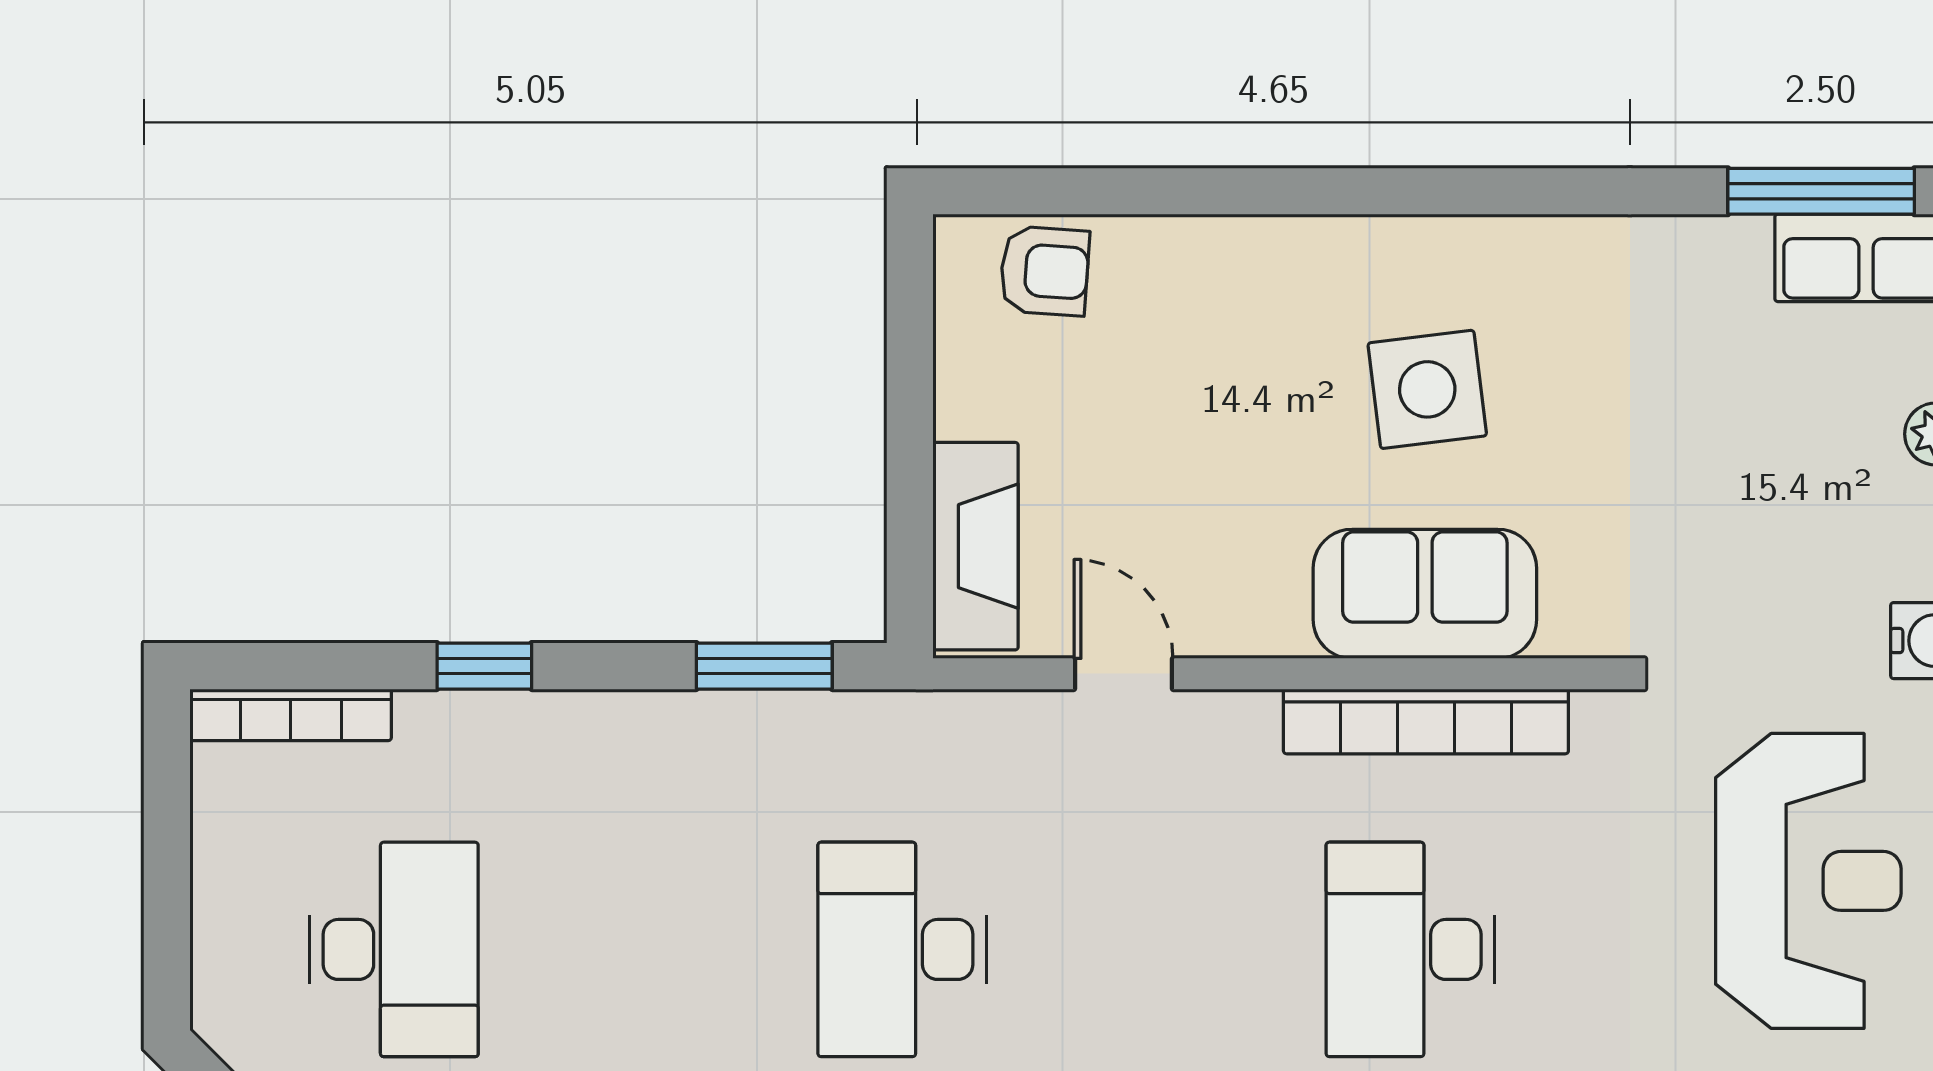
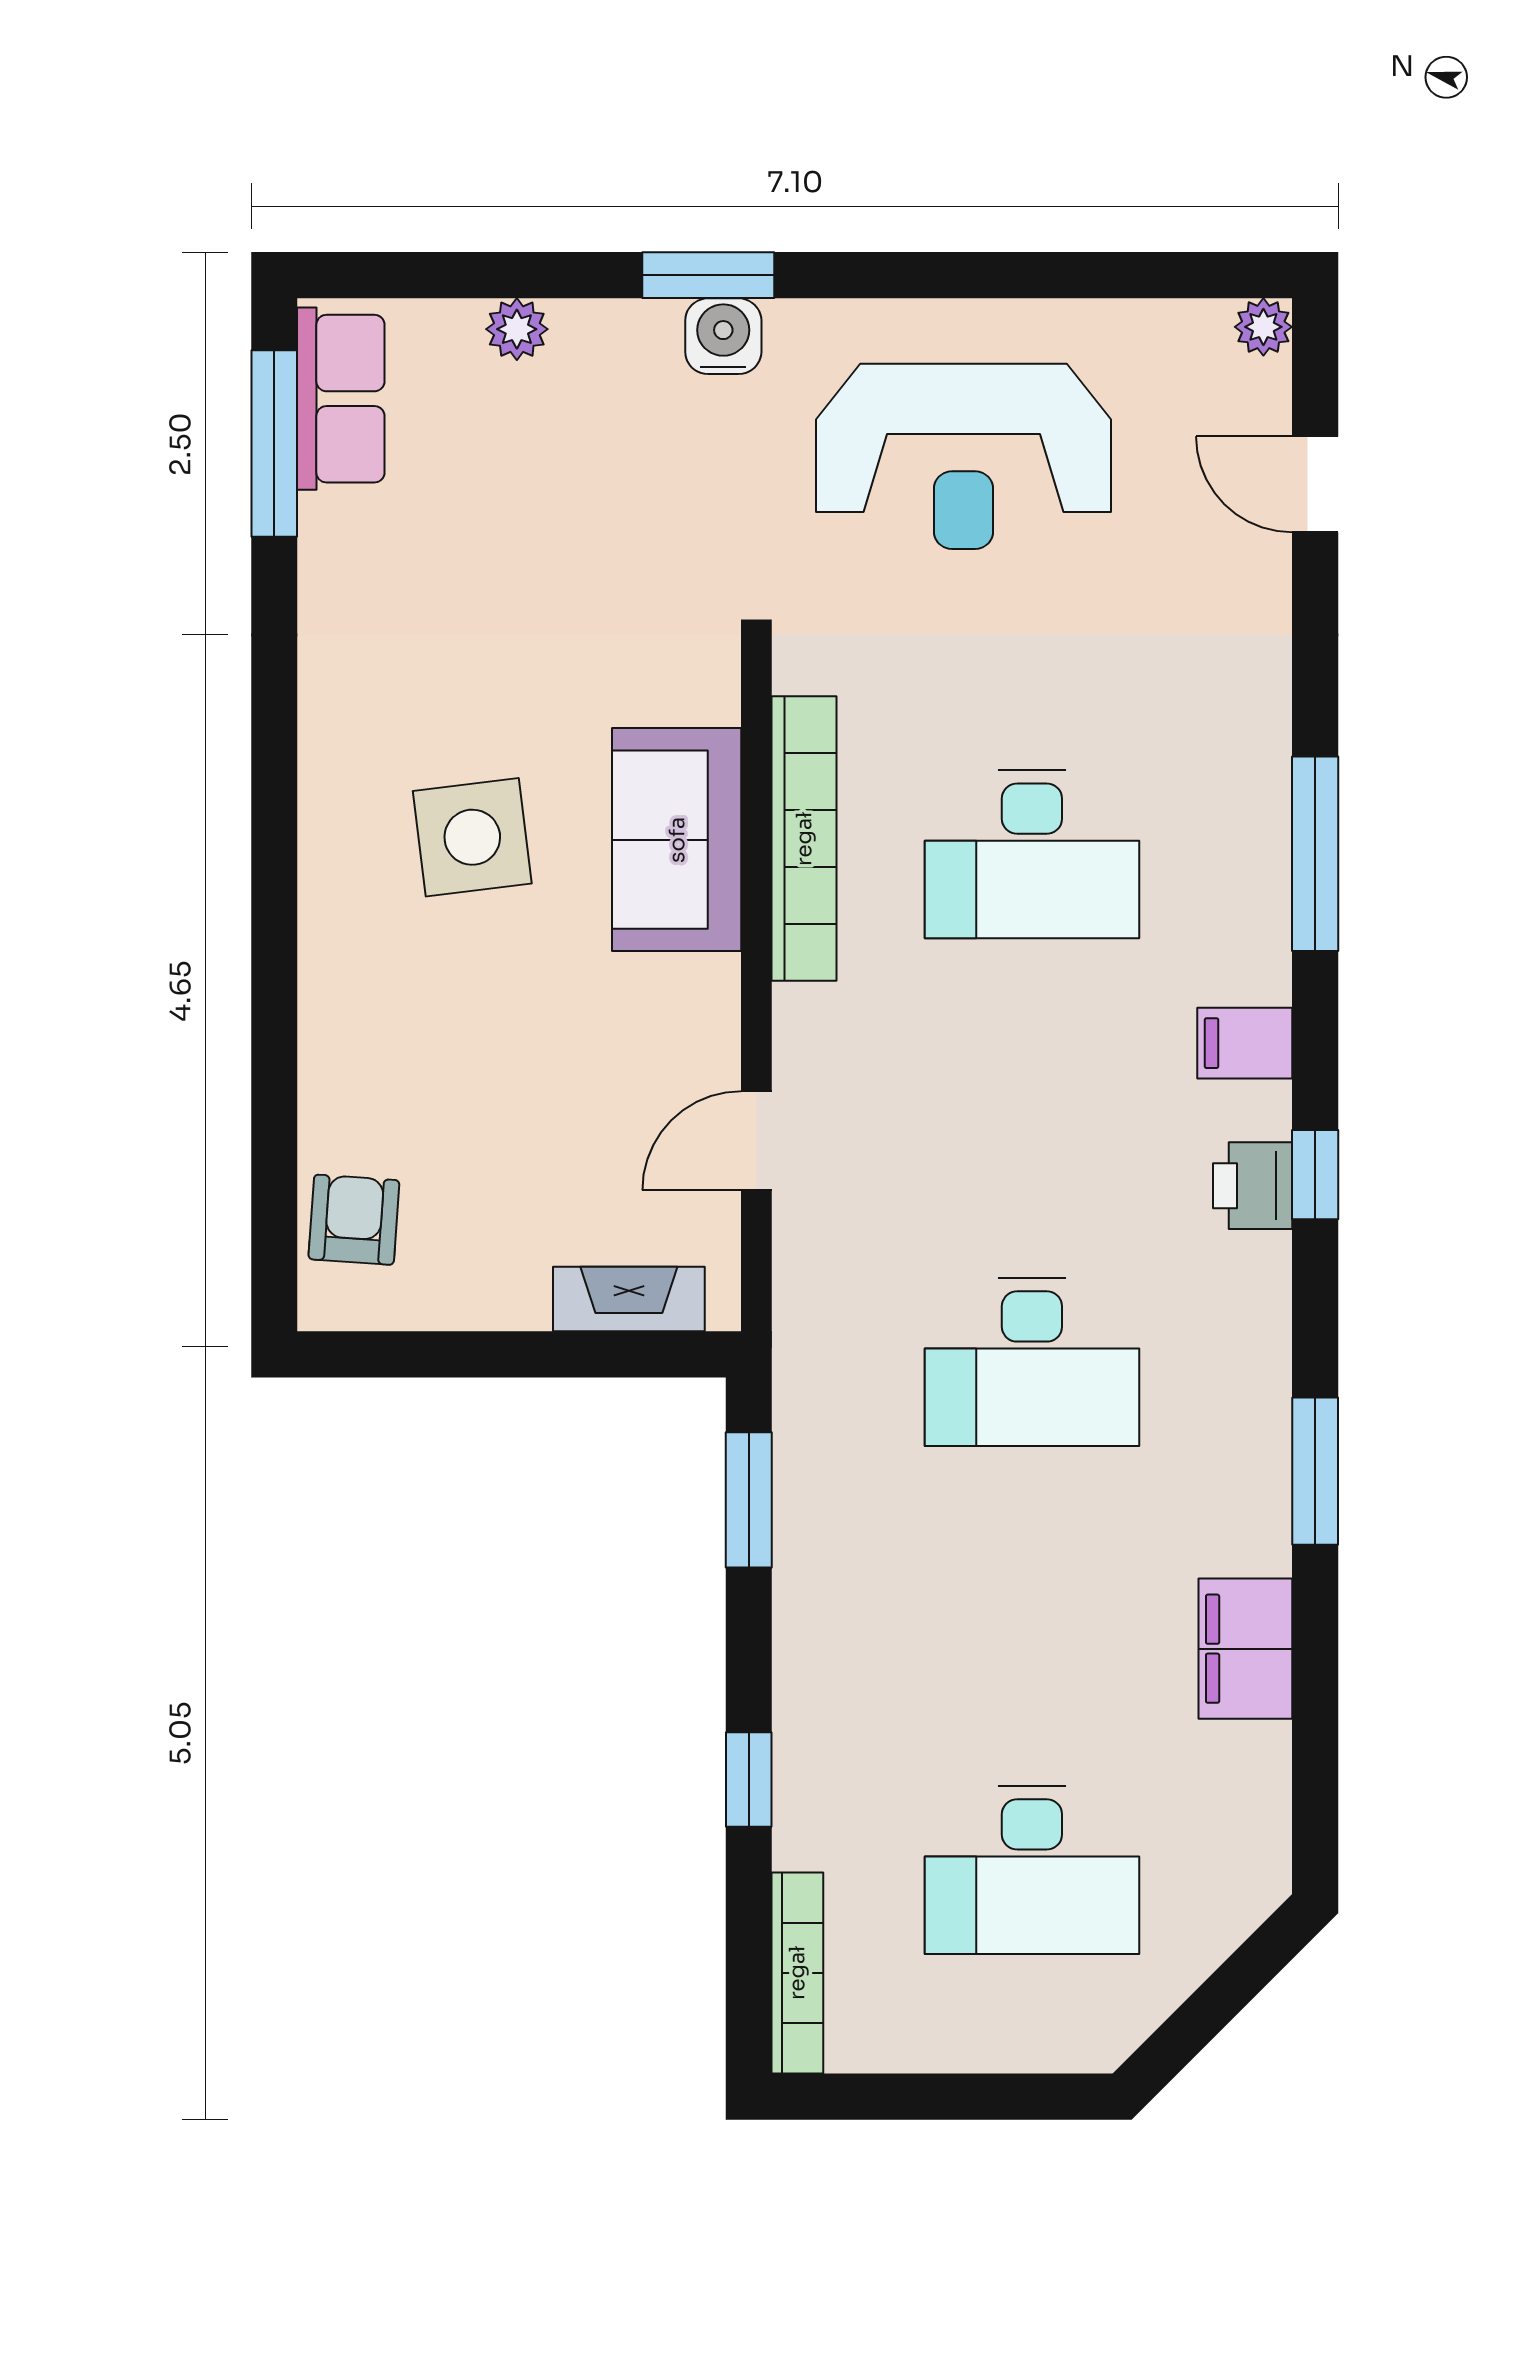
fireplace: (975, 546) -> (629, 1299), width x0.73, depth x0.76
reception desk: (1808, 881) -> (964, 456), turned 180
desk: (394, 949) -> (1032, 1870), turned 180

